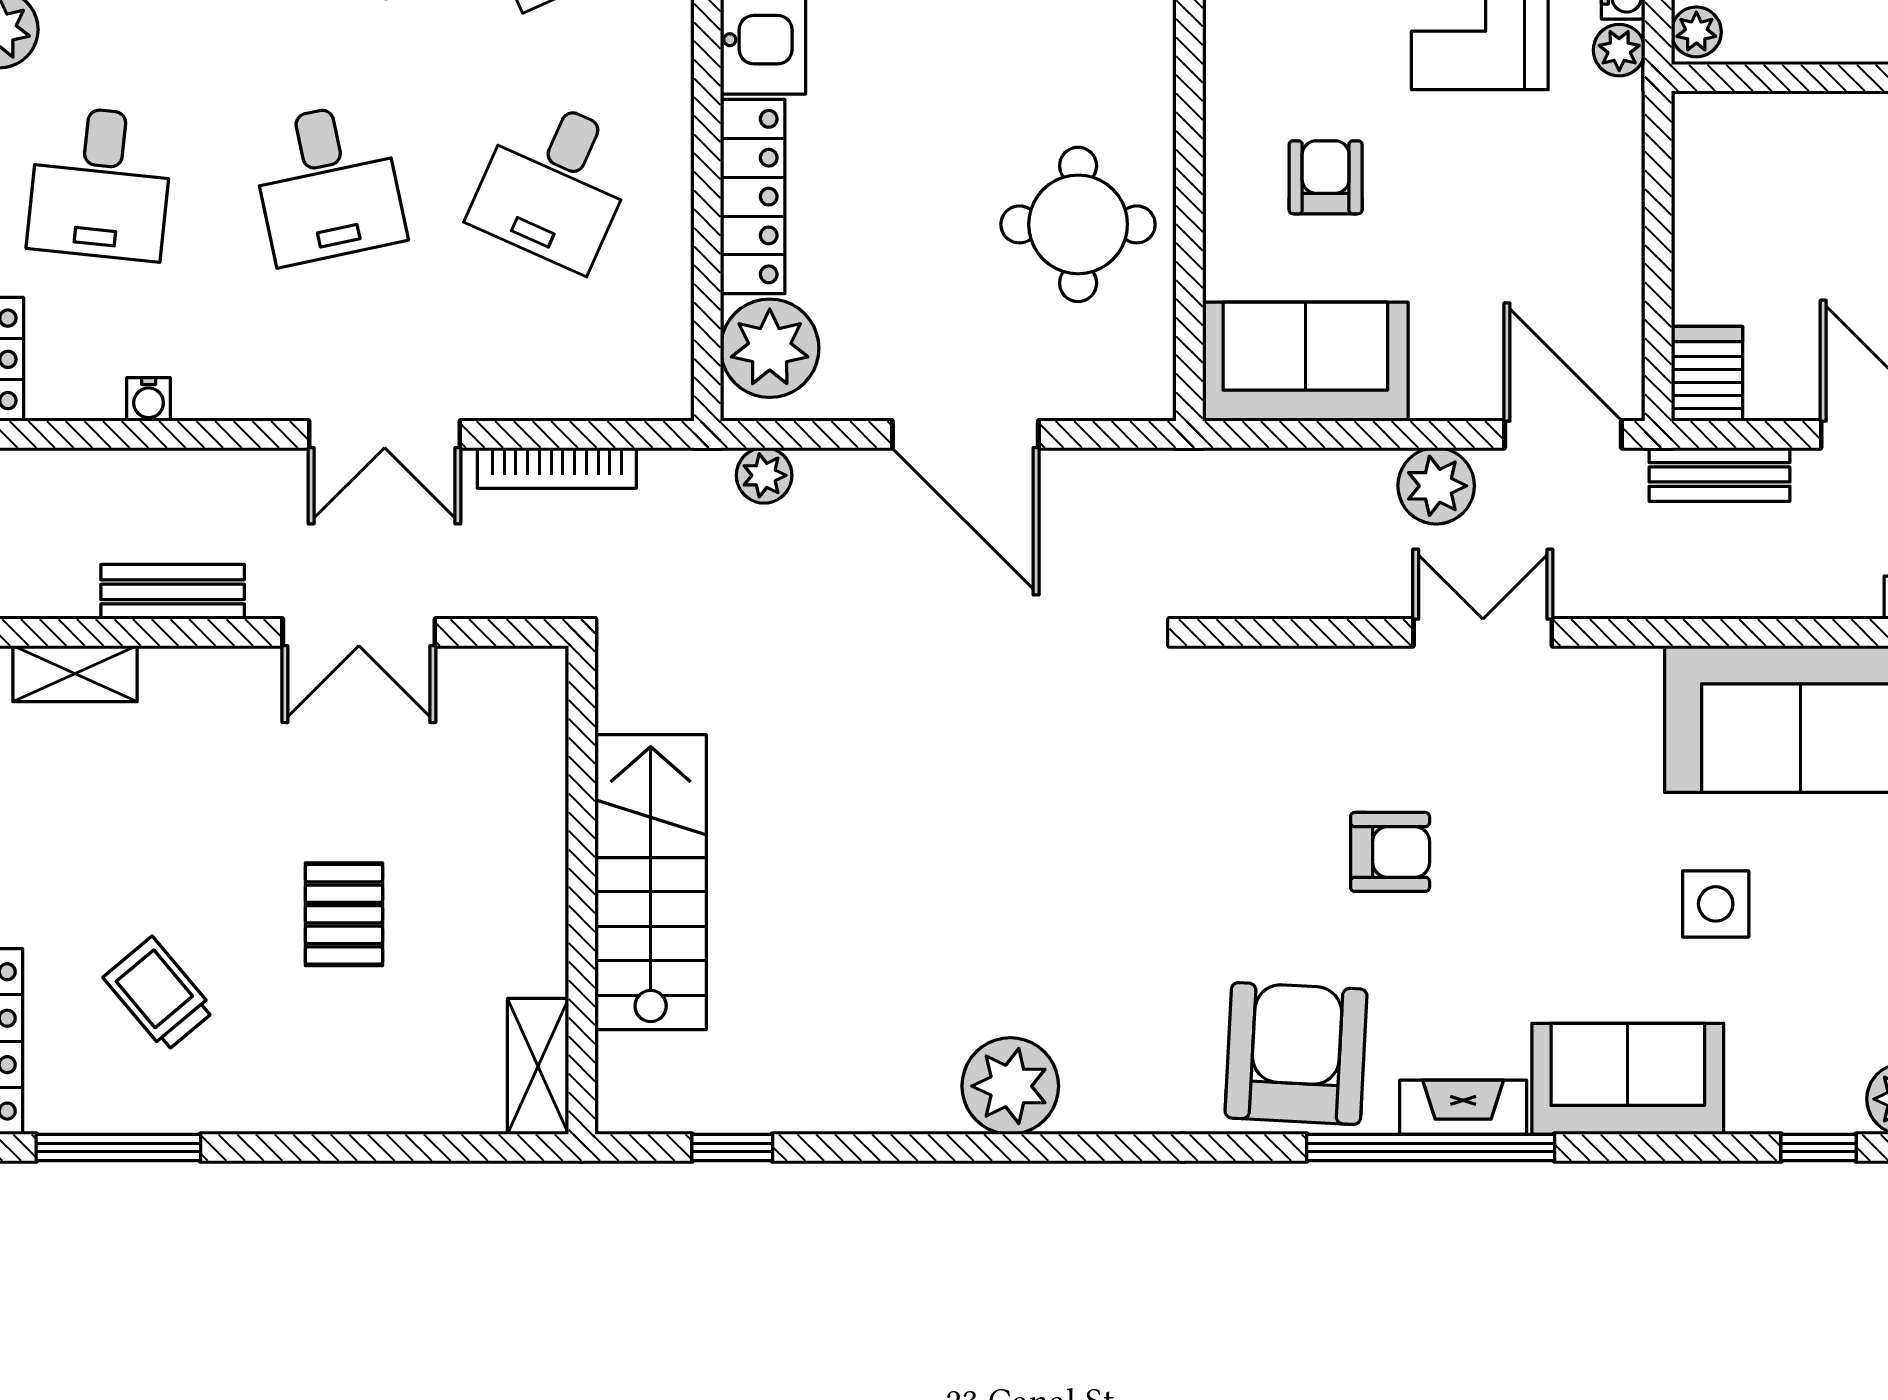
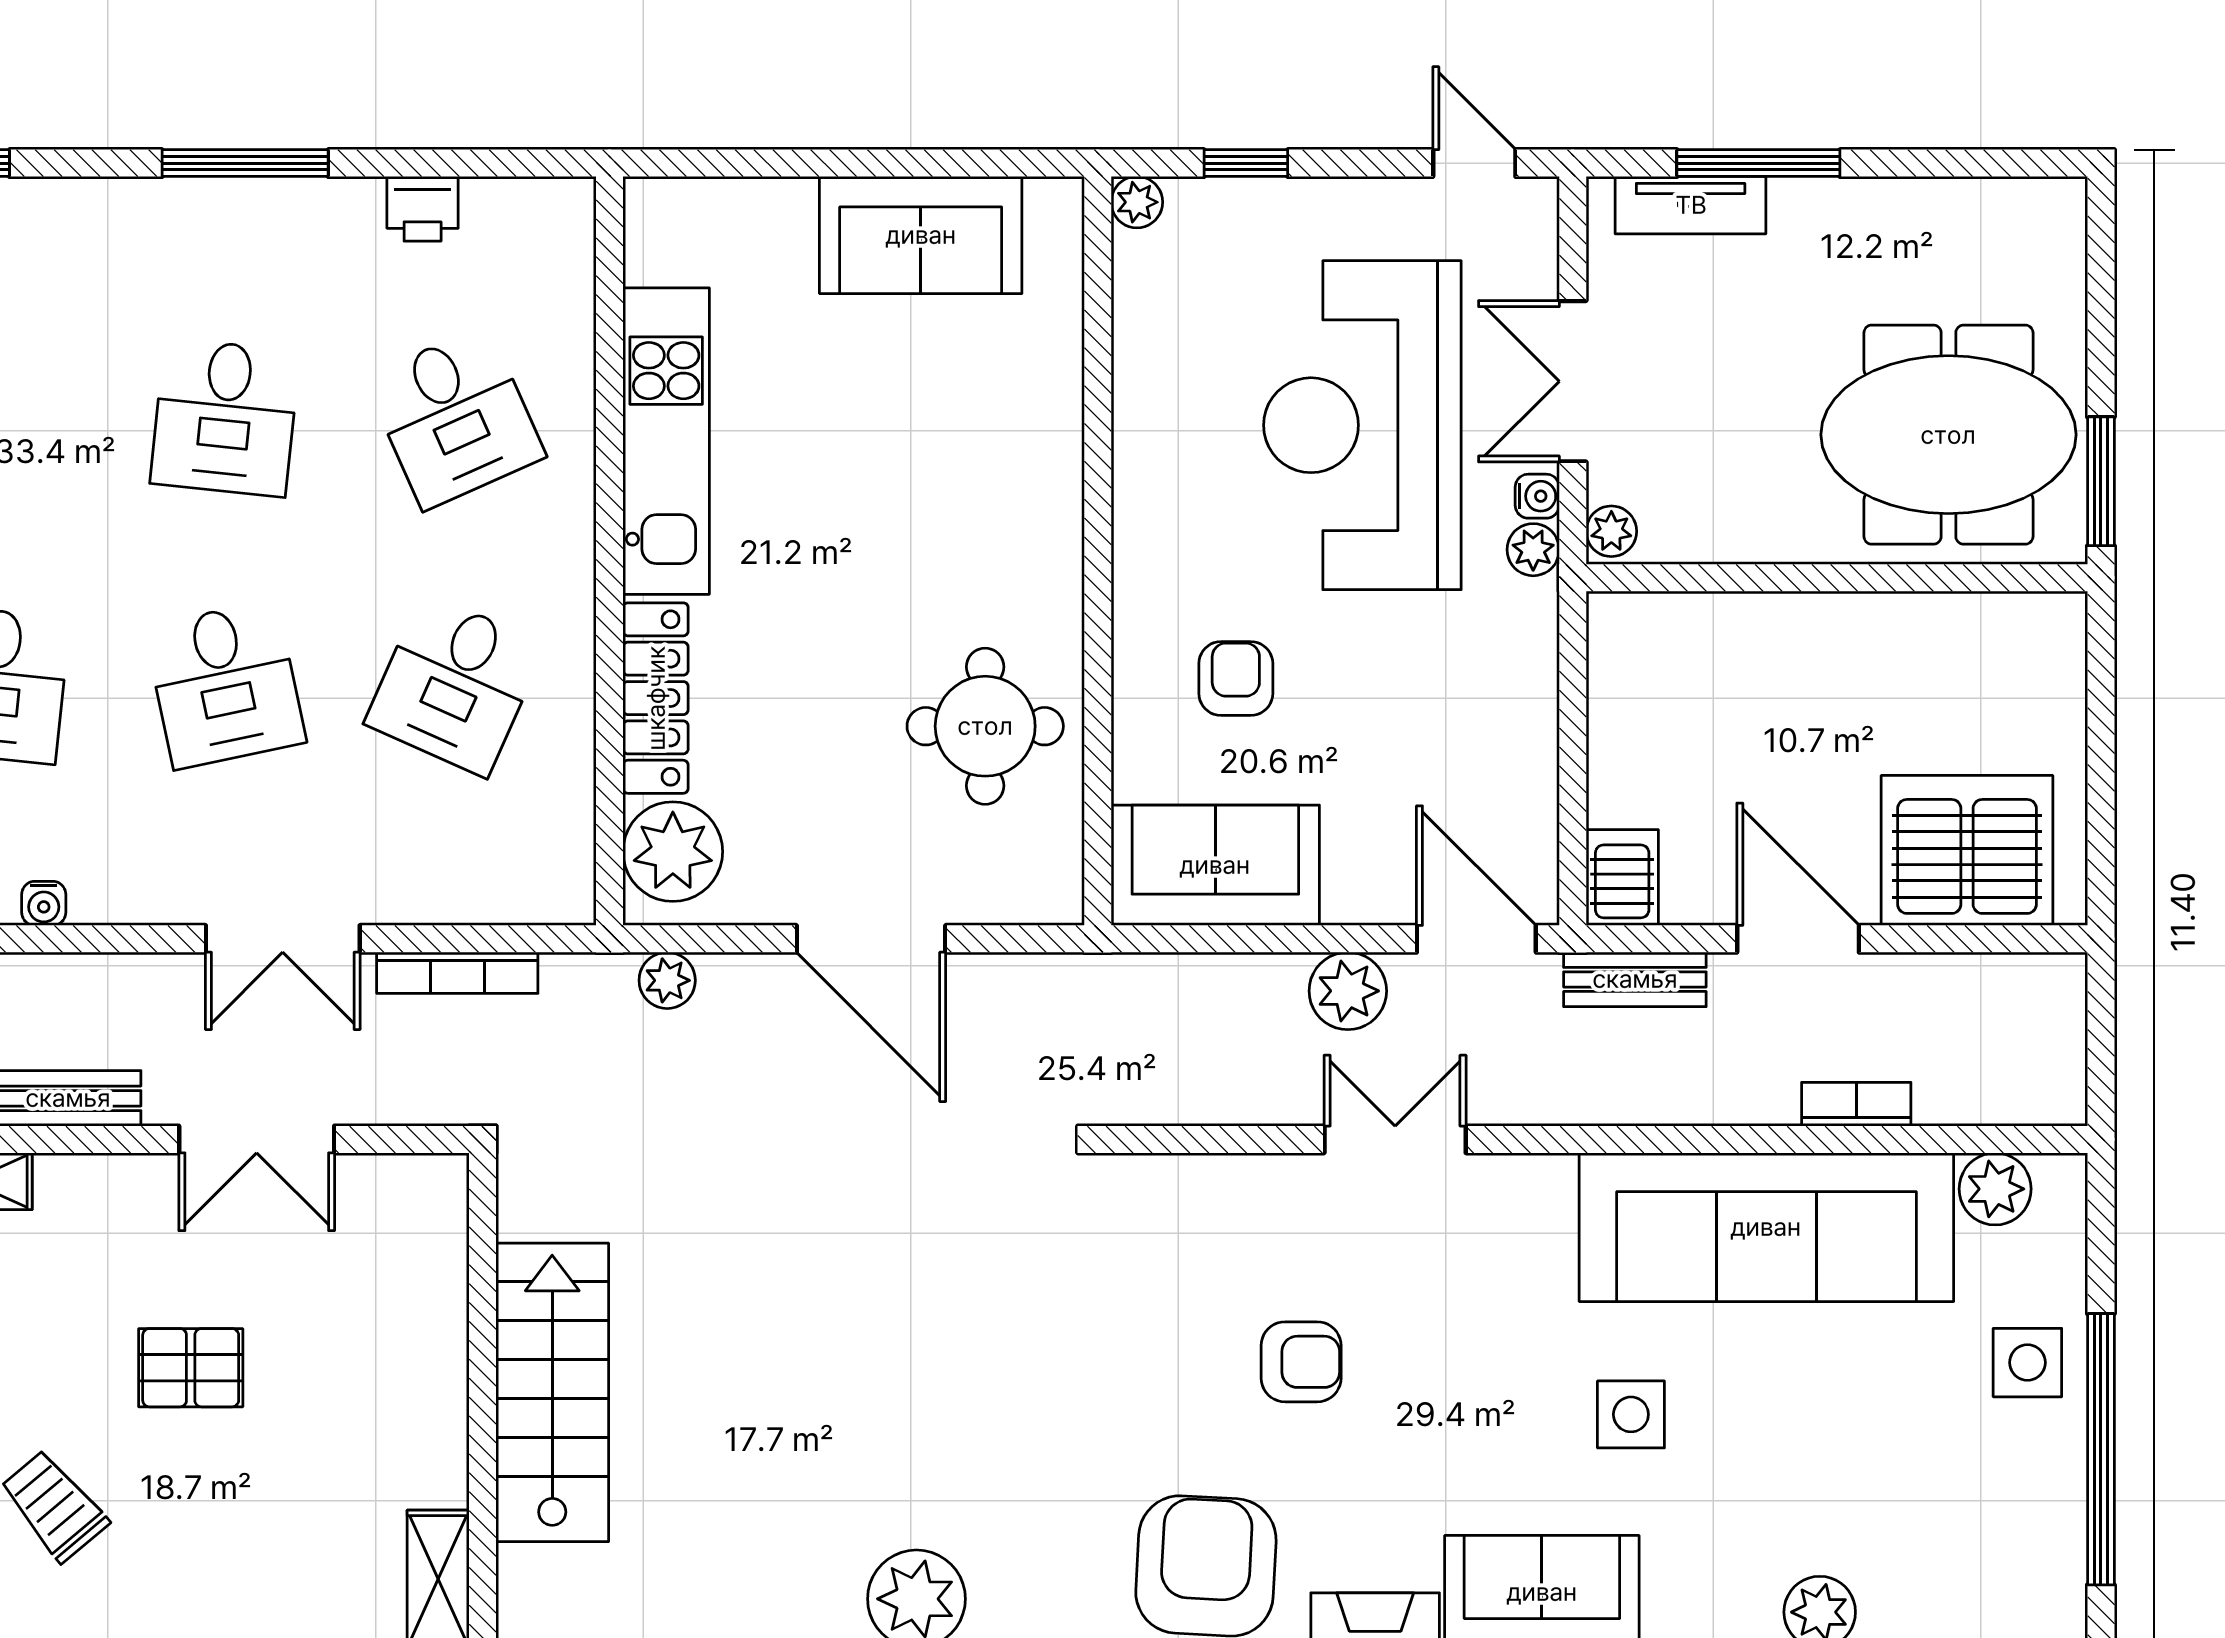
pallet: (344, 914) -> (191, 1368), moved, turned 90

